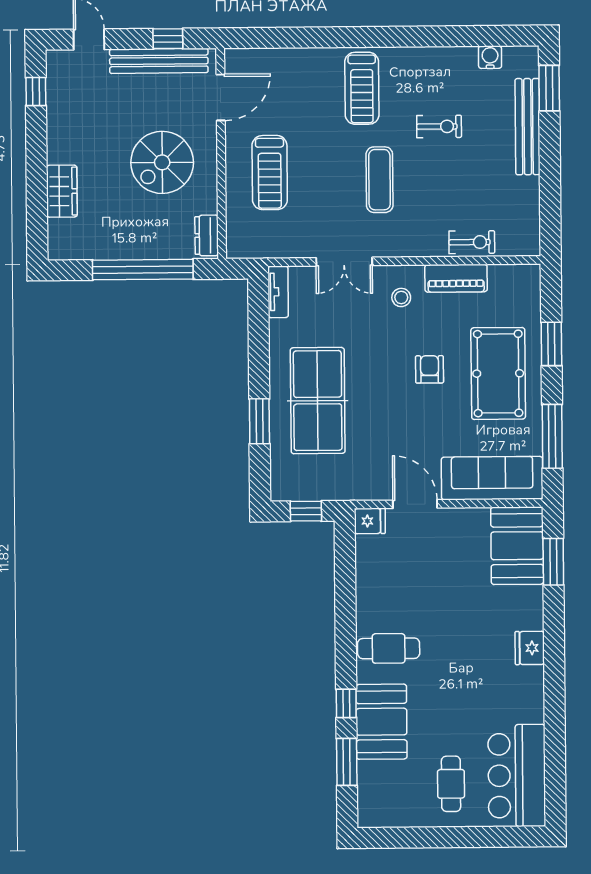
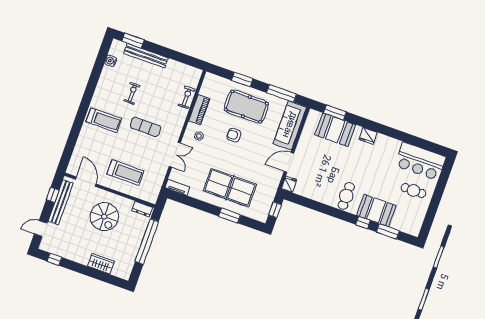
booth: (517, 546) -> (335, 130), moved

